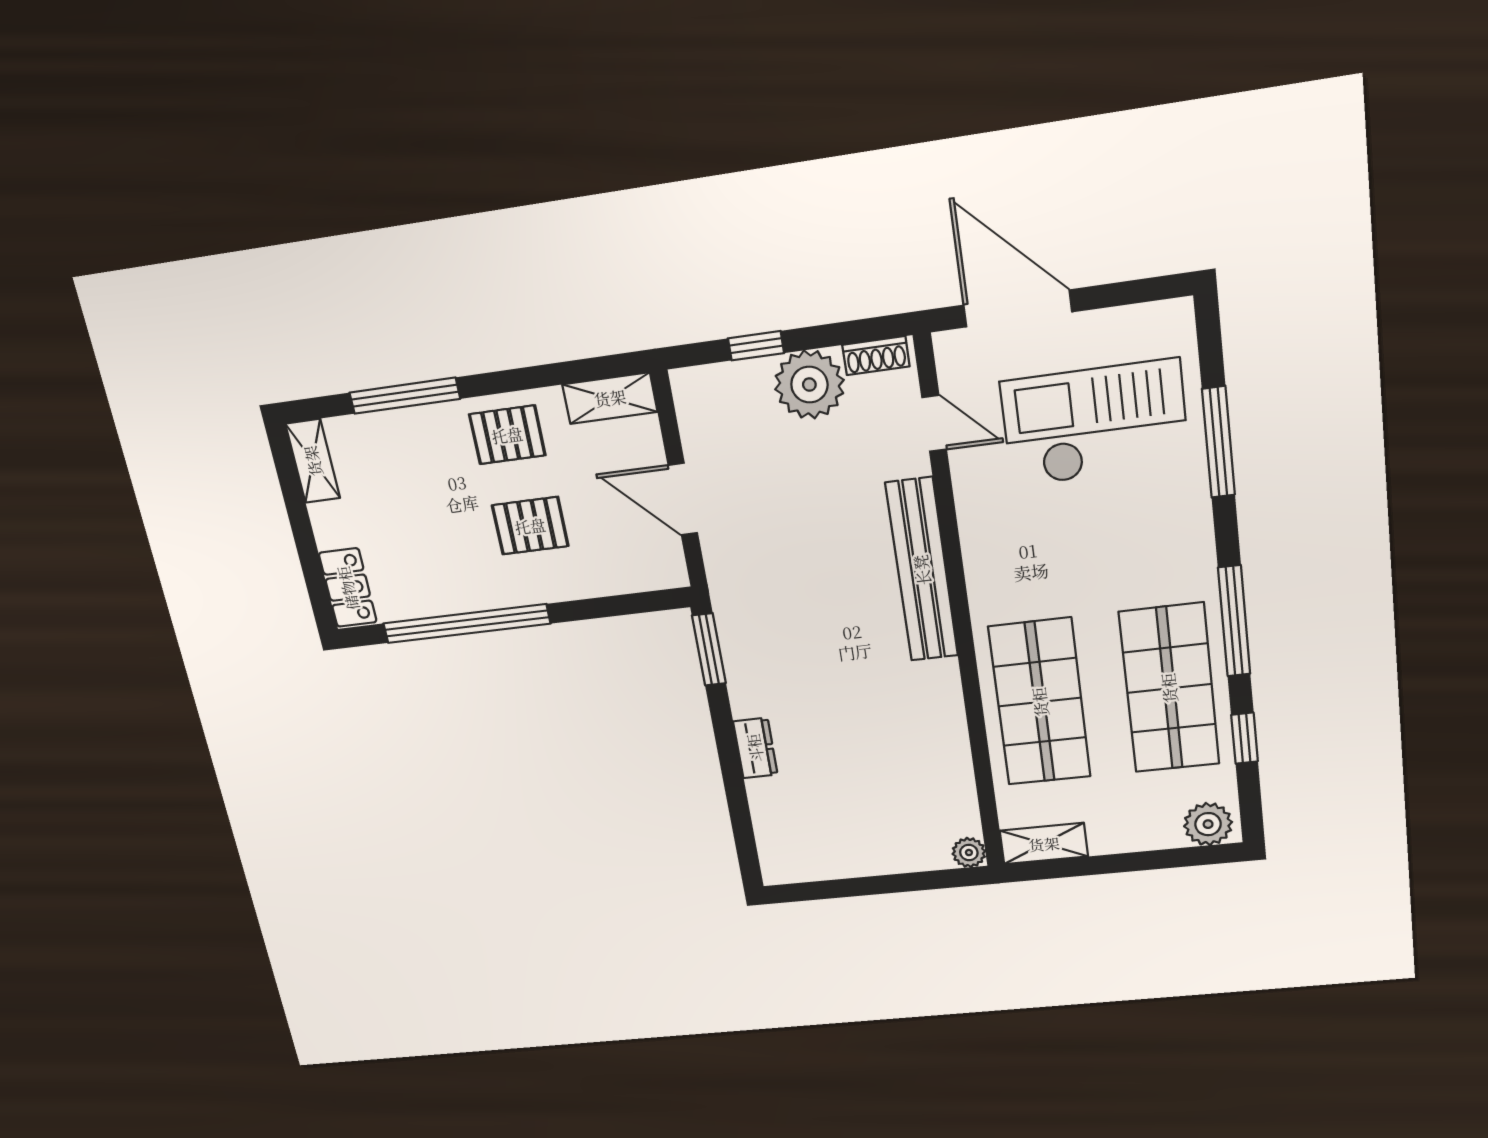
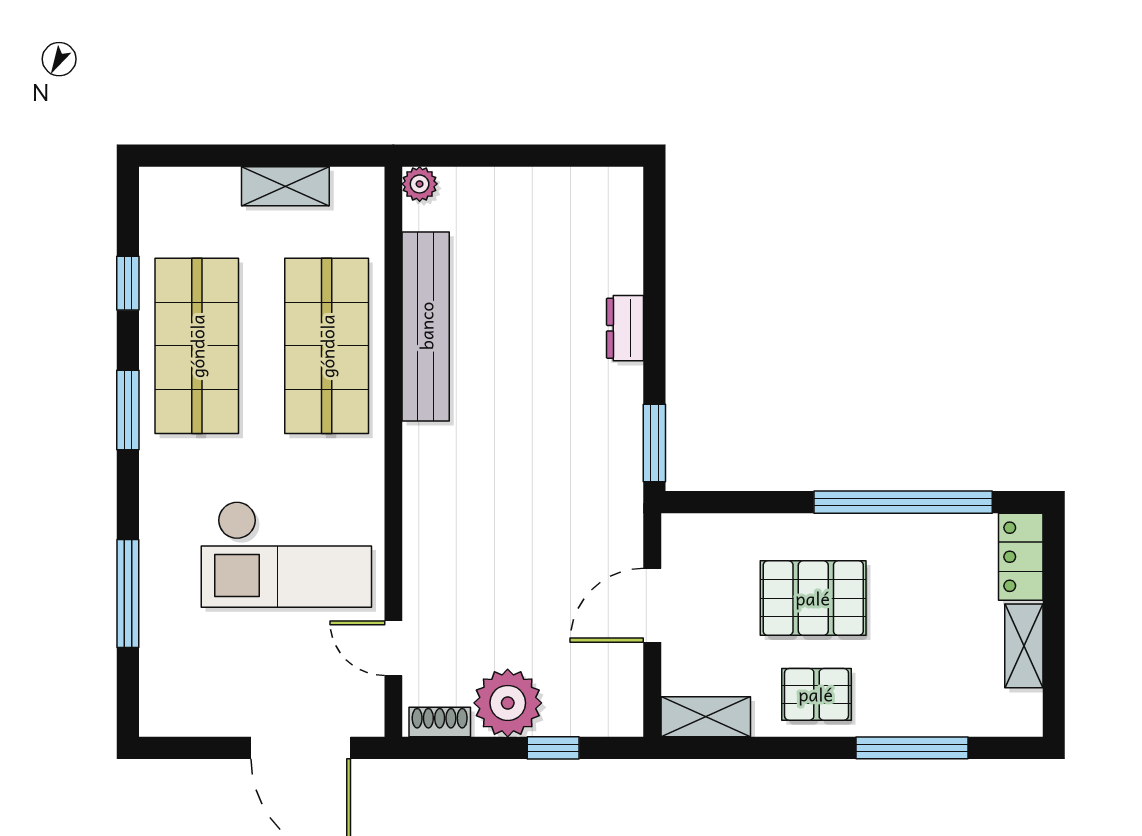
checkout: (1095, 423) -> (286, 554), moved
shelving: (313, 461) -> (1024, 646), moved
door: (683, 499) -> (652, 605), swing flipped
pallet: (530, 526) -> (813, 598), width x1.50, depth x1.42
bench: (922, 570) -> (426, 326), moved
window: (1234, 621) -> (128, 410), width x0.69
plant: (1208, 824) -> (172, 191), removed
shelving: (1044, 844) -> (285, 186), moved

